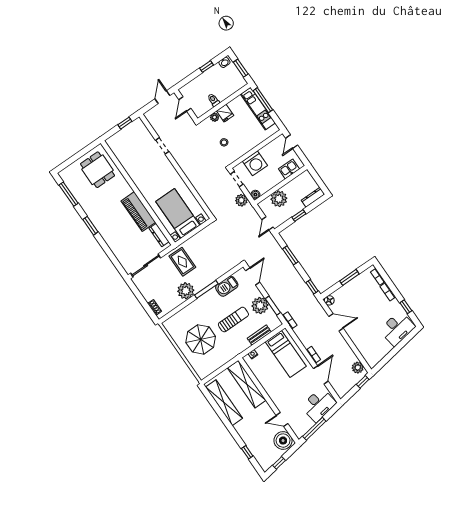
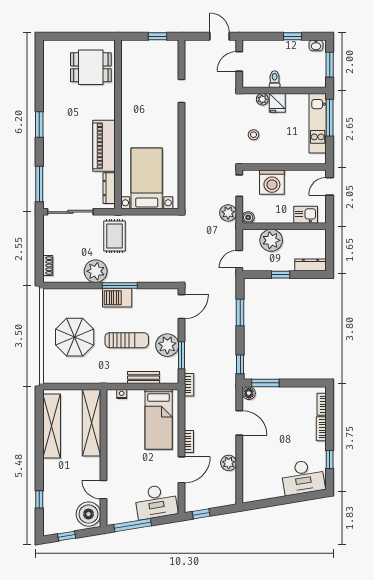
door: (162, 97) -> (219, 36), hinge flipped
dining table: (98, 170) -> (91, 67), turned 90
window: (68, 194) -> (39, 184), moved
window: (349, 277) -> (265, 383), moved
barbecue: (227, 286) -> (117, 298), moved
plant: (358, 368) -> (229, 463), moved
window: (363, 382) -> (201, 514), moved

